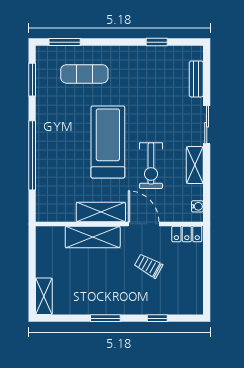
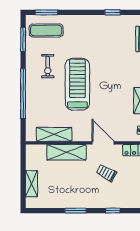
exercise mat: (84, 74) -> (46, 30), moved
exercise bike: (151, 166) -> (48, 66), moved, width x0.73, depth x0.72
shelving: (101, 212) -> (54, 134), moved
shelving: (44, 296) -> (32, 184), moved

